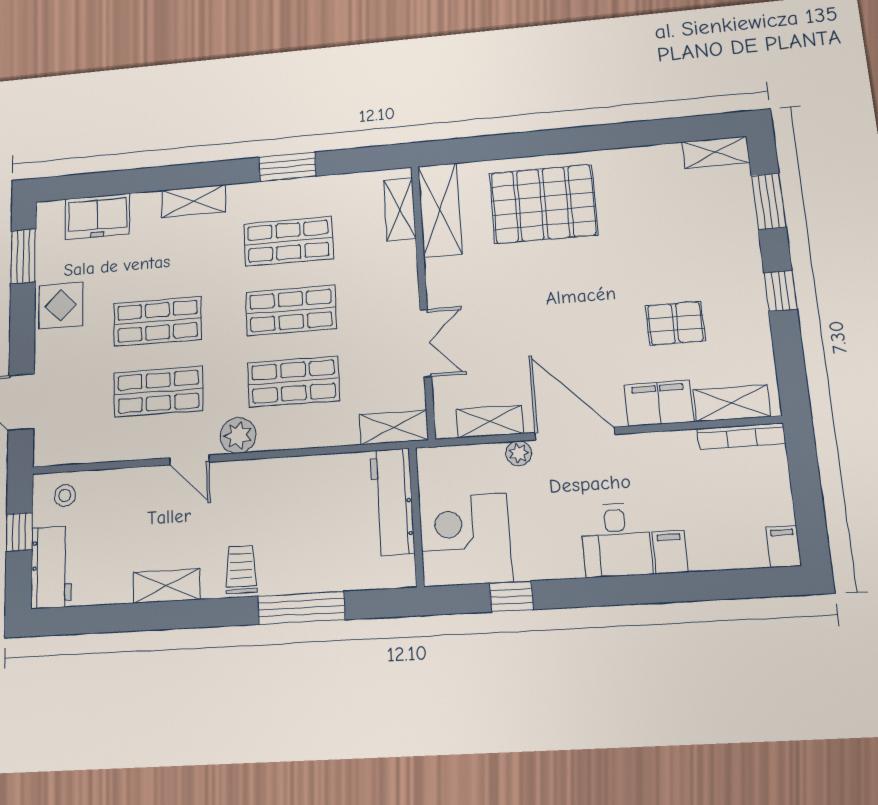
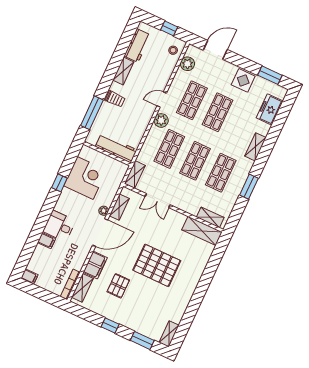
pallet: (543, 204) -> (157, 265), moved, turned 90
plant: (81, 446) -> (187, 64), added
workbench: (392, 502) -> (116, 148), moved
wall: (416, 517) -> (107, 153), moved
workbench: (51, 567) -> (137, 46), moved, turned -90

